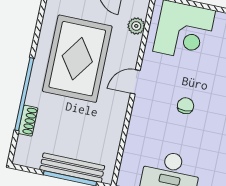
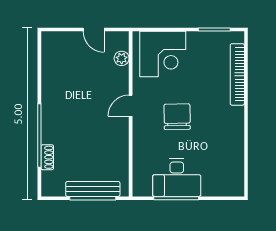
rug: (77, 59) -> (78, 96), removed
chair: (186, 106) -> (177, 117), width x1.87, depth x1.87

